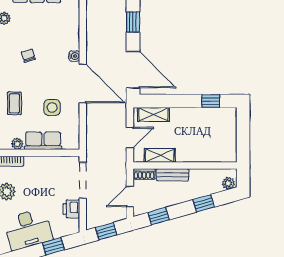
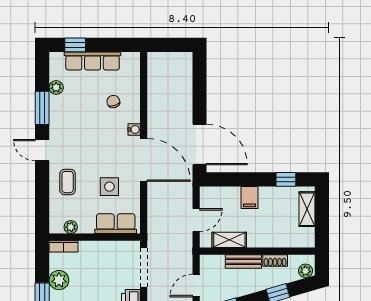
window: (133, 22) -> (200, 92), removed
chair: (28, 56) -> (113, 102), moved
shelving: (153, 114) -> (307, 209), moved, turned 90
filing cabinet: (178, 117) -> (250, 198), added
row of seats: (43, 141) -> (116, 224), moved
shoe rack: (144, 174) -> (275, 261), moved

